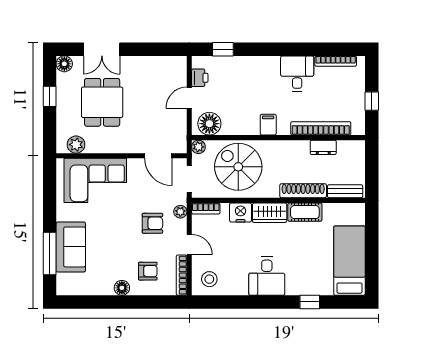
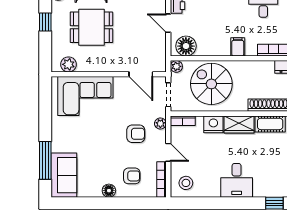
door: (189, 98) -> (168, 23), hinge flipped
dining table: (102, 102) -> (91, 27), turned 90
sofa: (71, 247) -> (64, 175), moved

